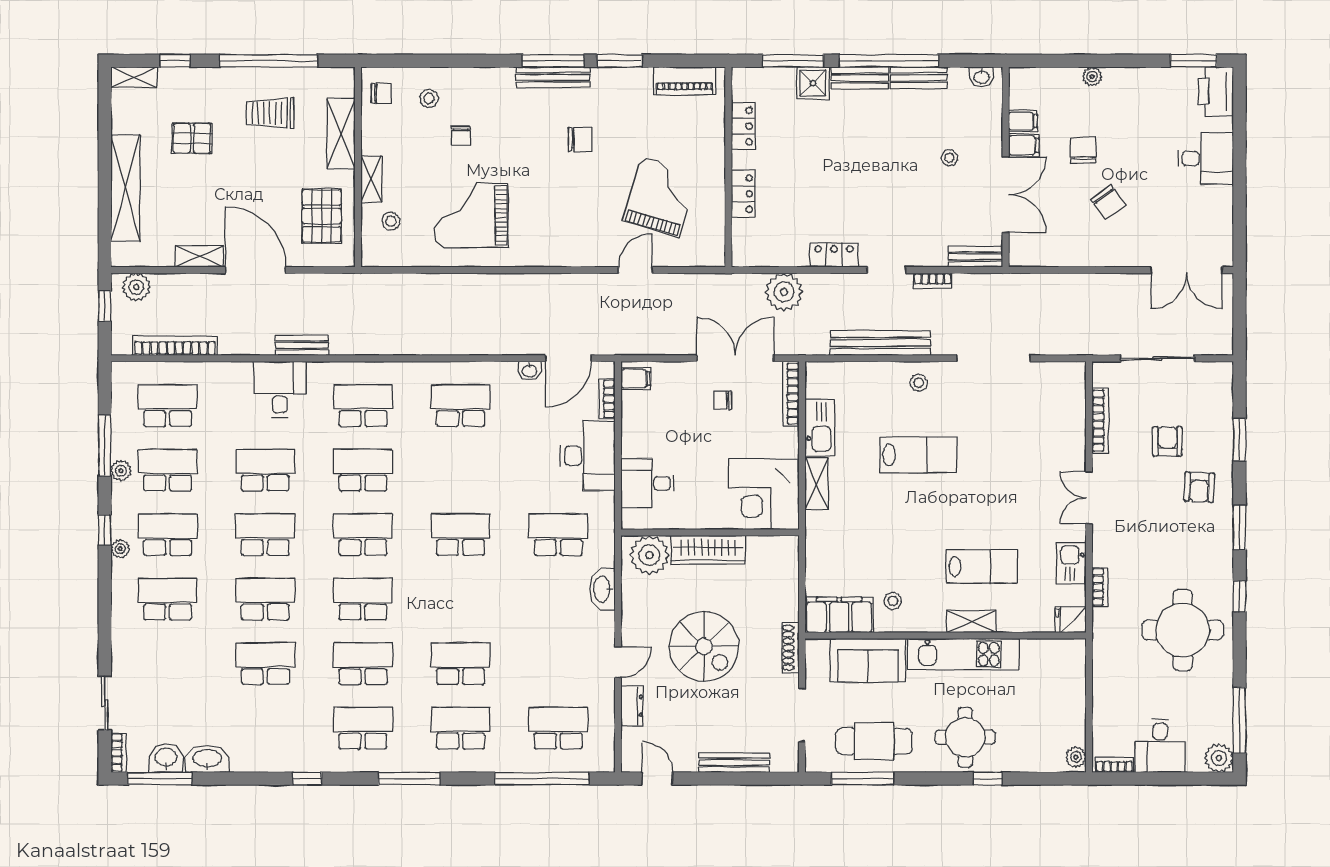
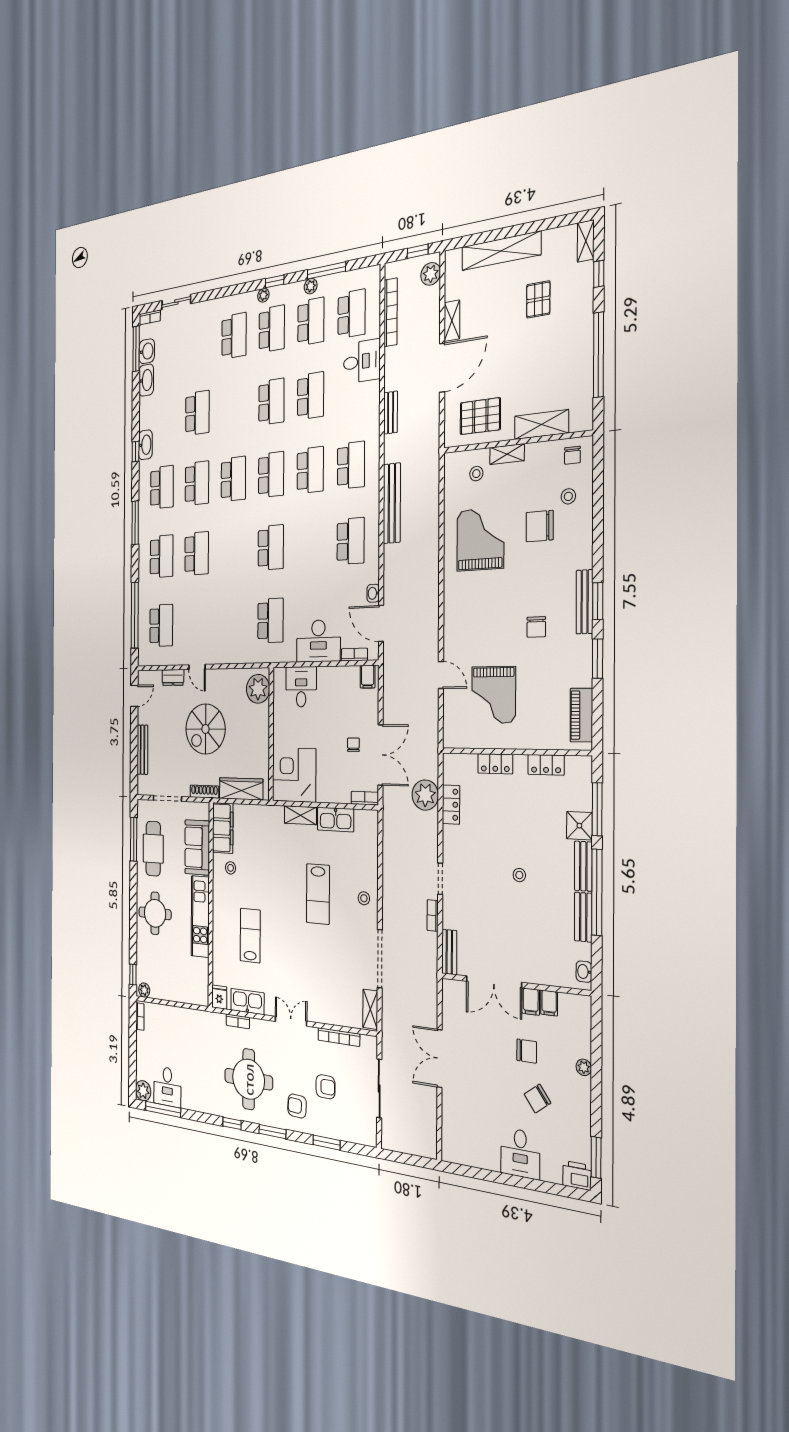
window: (553, 61) -> (598, 601), width x0.69
printer: (1216, 91) -> (577, 1175), width x0.73, depth x0.84
trolley: (270, 113) -> (557, 362), removed
chair: (461, 135) -> (540, 526), width x1.87, depth x1.87
stool: (949, 158) -> (519, 875), moved
grand piano: (660, 196) -> (494, 695), turned 74
chair: (1108, 202) -> (537, 1099), moved
locker: (834, 255) -> (451, 805), moved
double door: (1187, 270) -> (439, 1058), moved
bench: (880, 343) -> (392, 503), moved
desk: (280, 389) -> (362, 361), moved
bookcase: (791, 394) -> (365, 798), width x0.64
wardrobe: (708, 550) -> (241, 789), moved, turned 90
kitchen sink: (1071, 563) -> (247, 1001), width x1.38
lab bench: (982, 566) -> (250, 936), turned 180
washbasin: (602, 589) -> (145, 445), moved, turned 90
school desk: (265, 599) -> (234, 407), removed
shelving: (971, 622) -> (370, 1009), moved
round table: (1183, 630) -> (249, 1079), moved
desk: (1160, 746) -> (167, 1087), moved, turned -90
window: (988, 779) -> (133, 975), moved

